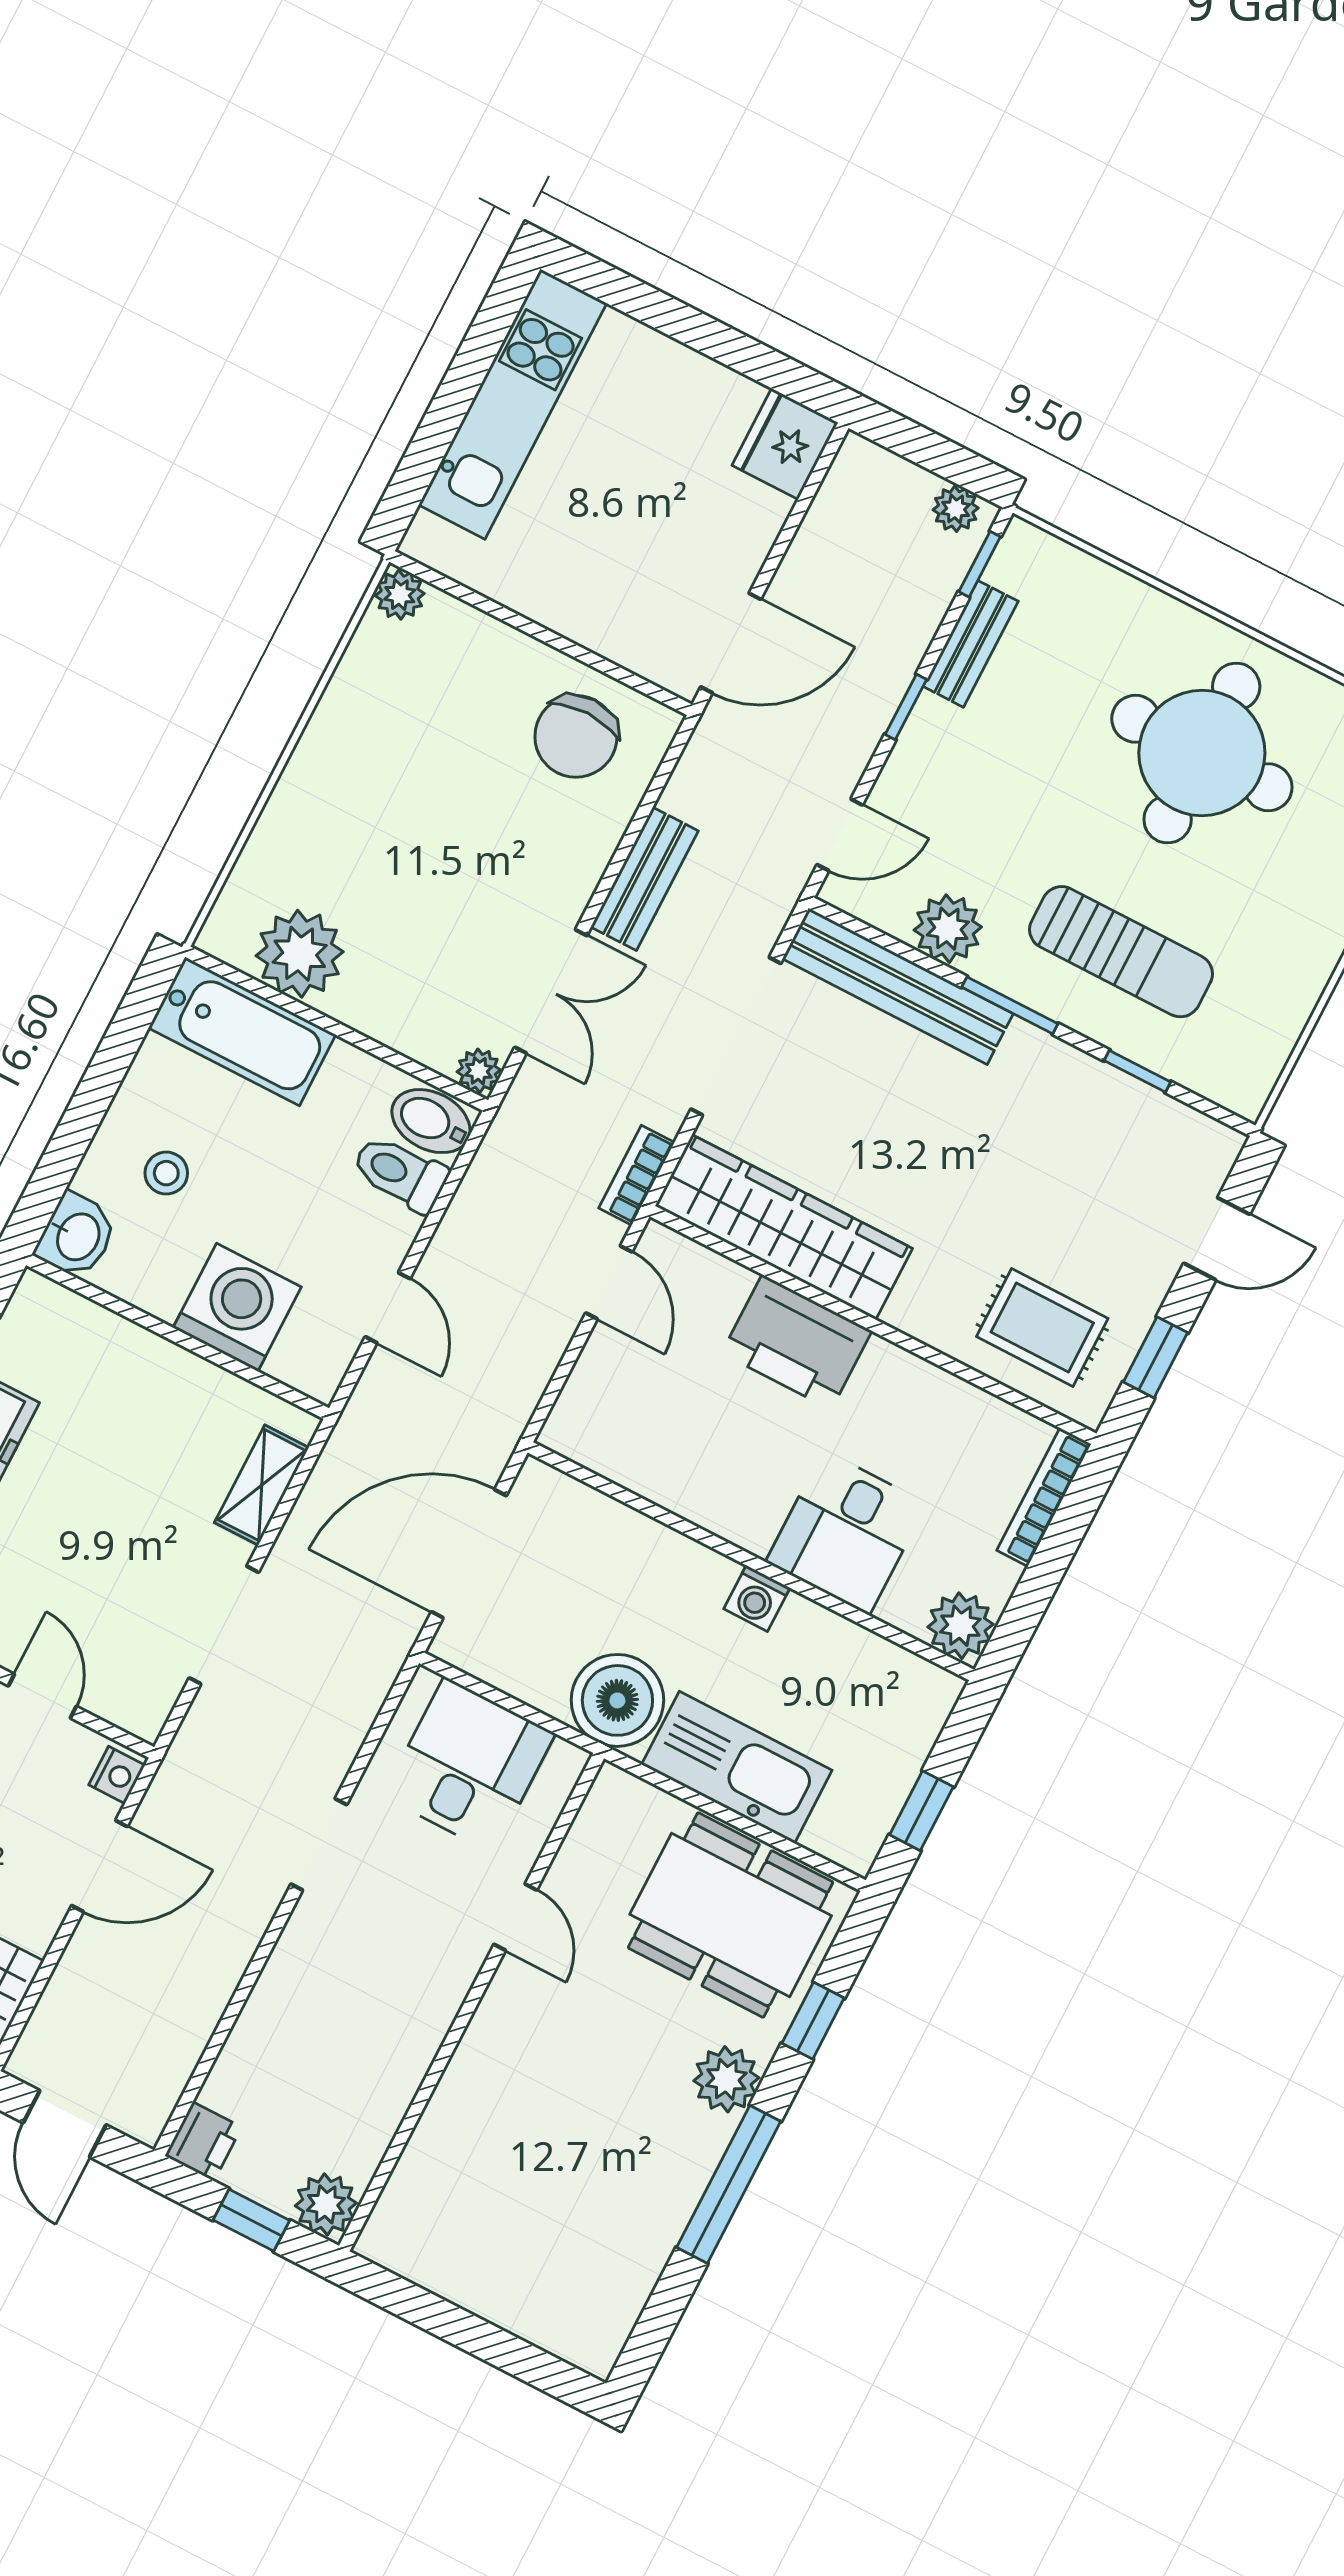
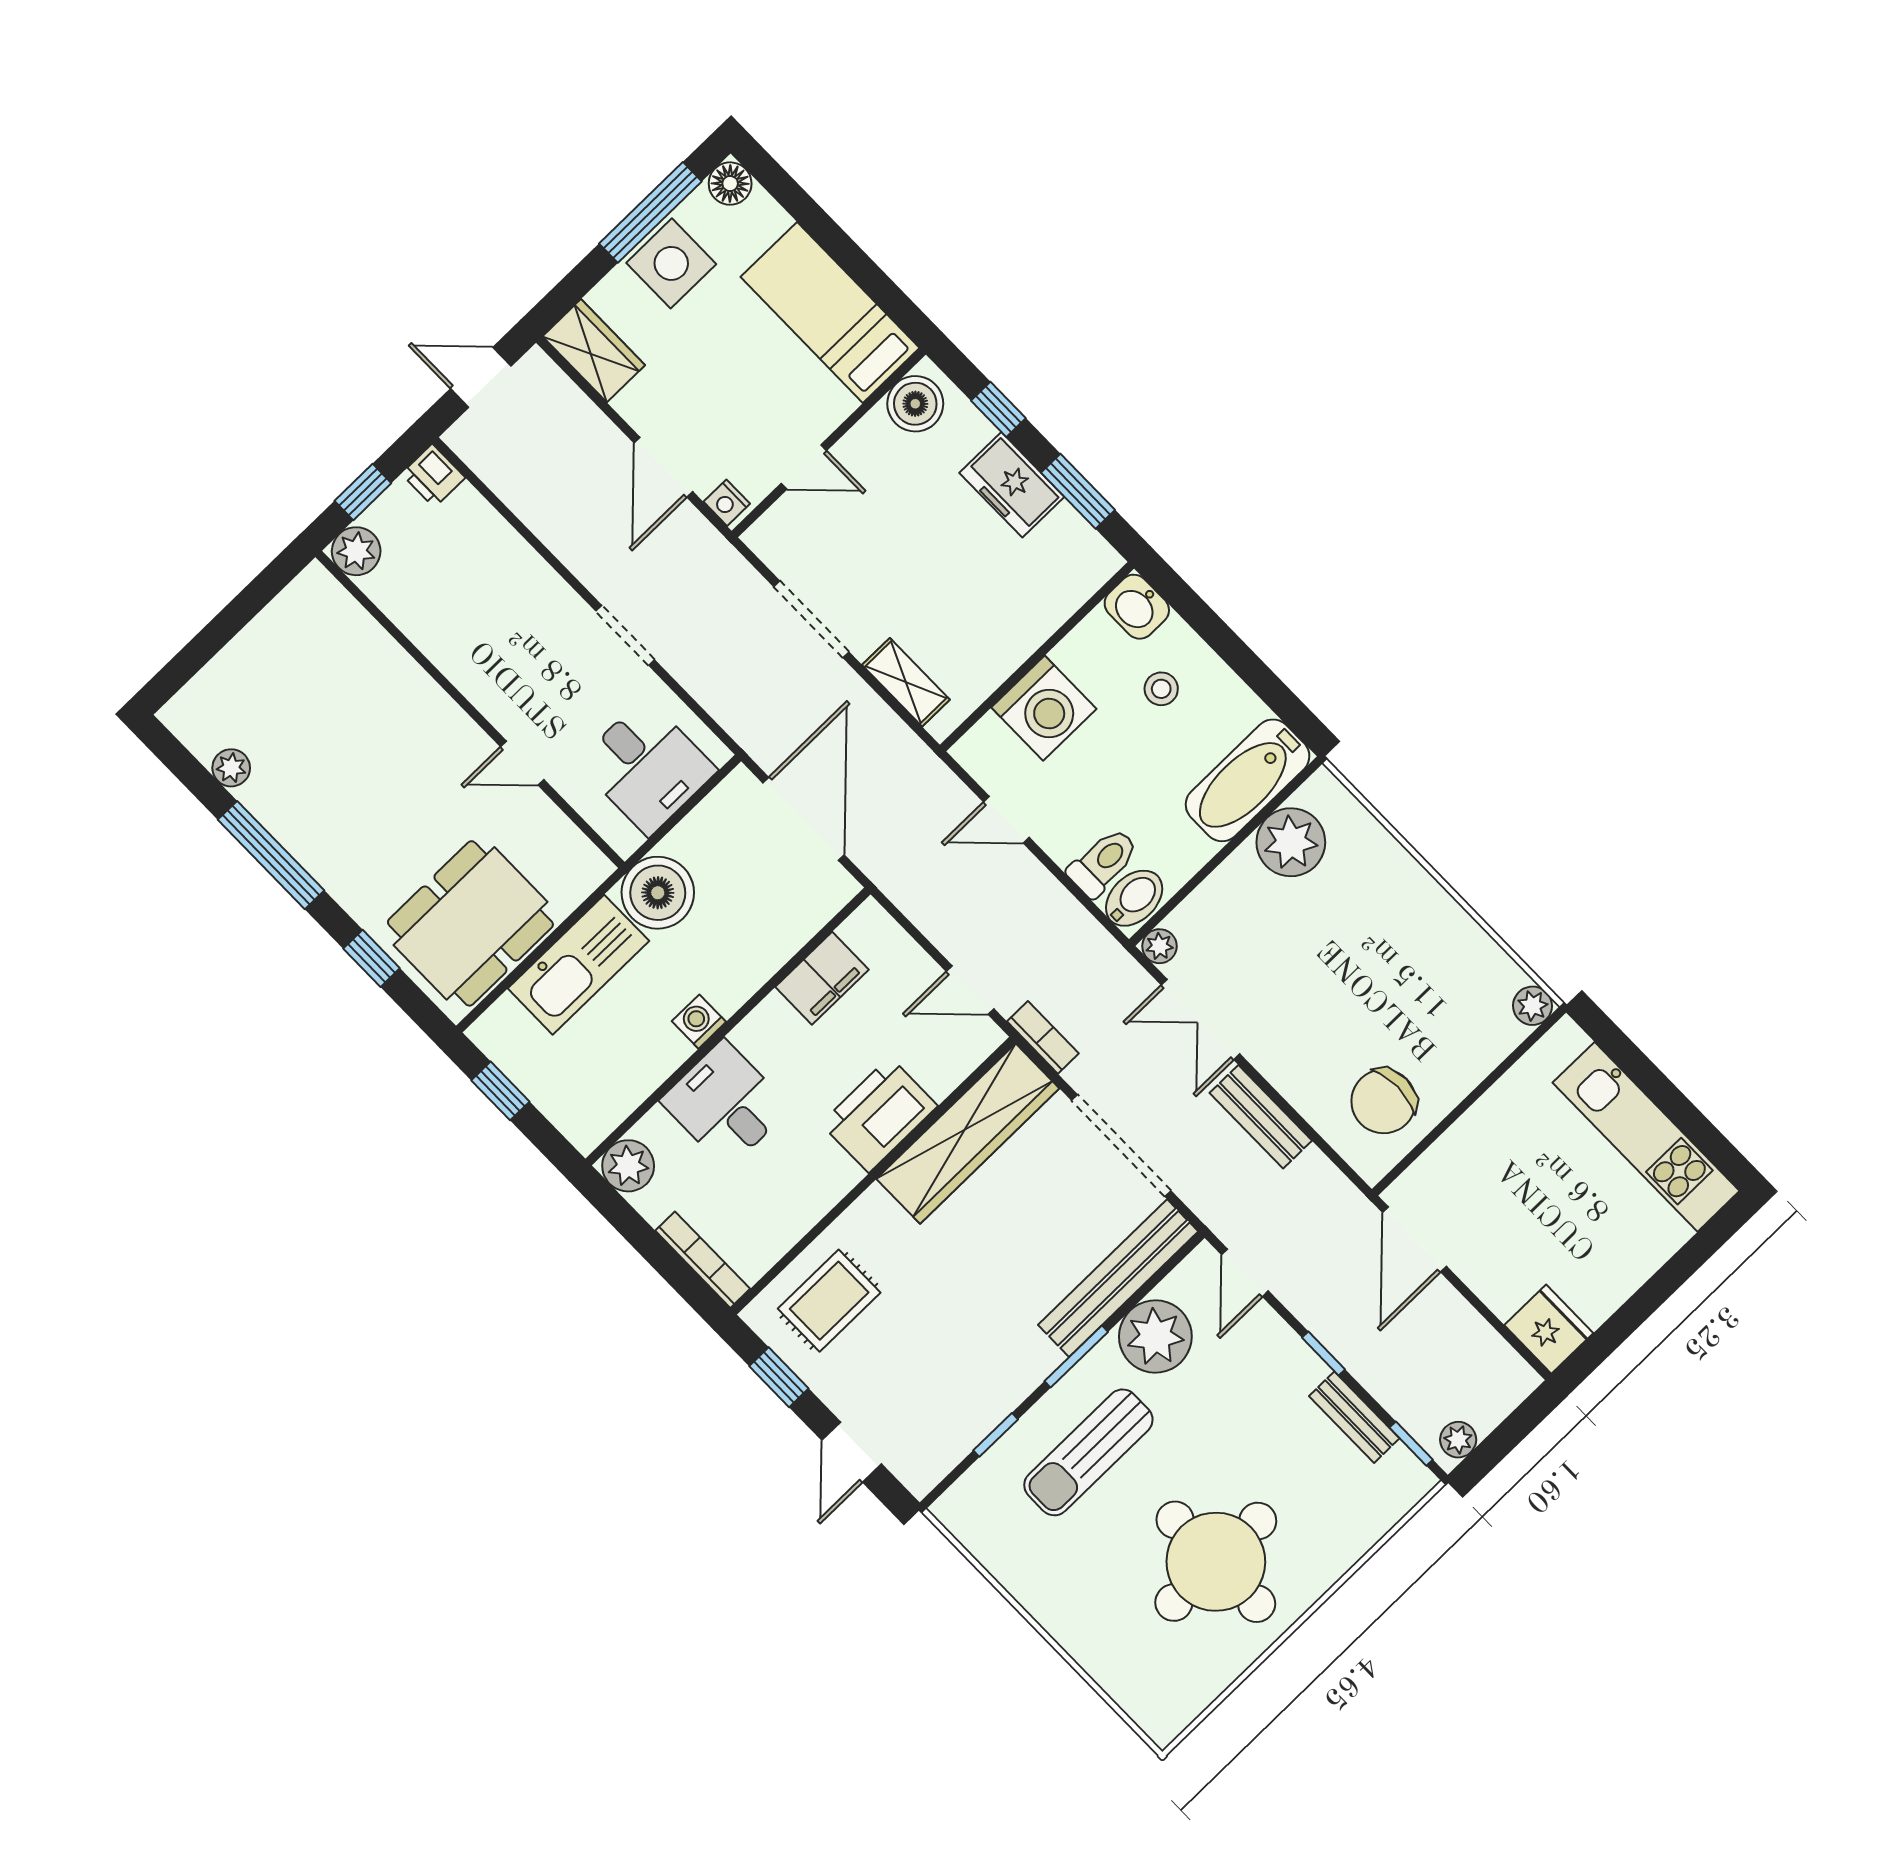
chair: (576, 736) -> (1384, 1101), turned -90
plant: (948, 929) -> (1155, 1337), width x1.36, depth x1.36
filing cabinet: (655, 1467) -> (822, 978), added
plant: (726, 2079) -> (231, 768), moved, width x0.73, depth x0.73

